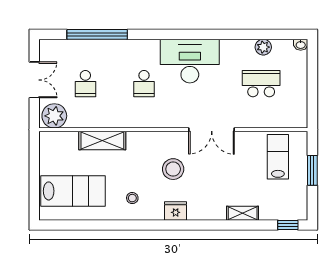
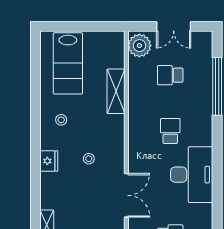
school desk: (144, 84) -> (170, 131), turned 90
double door: (212, 130) -> (126, 195), swing flipped
stool: (173, 169) -> (89, 159), width x0.53, depth x0.53

